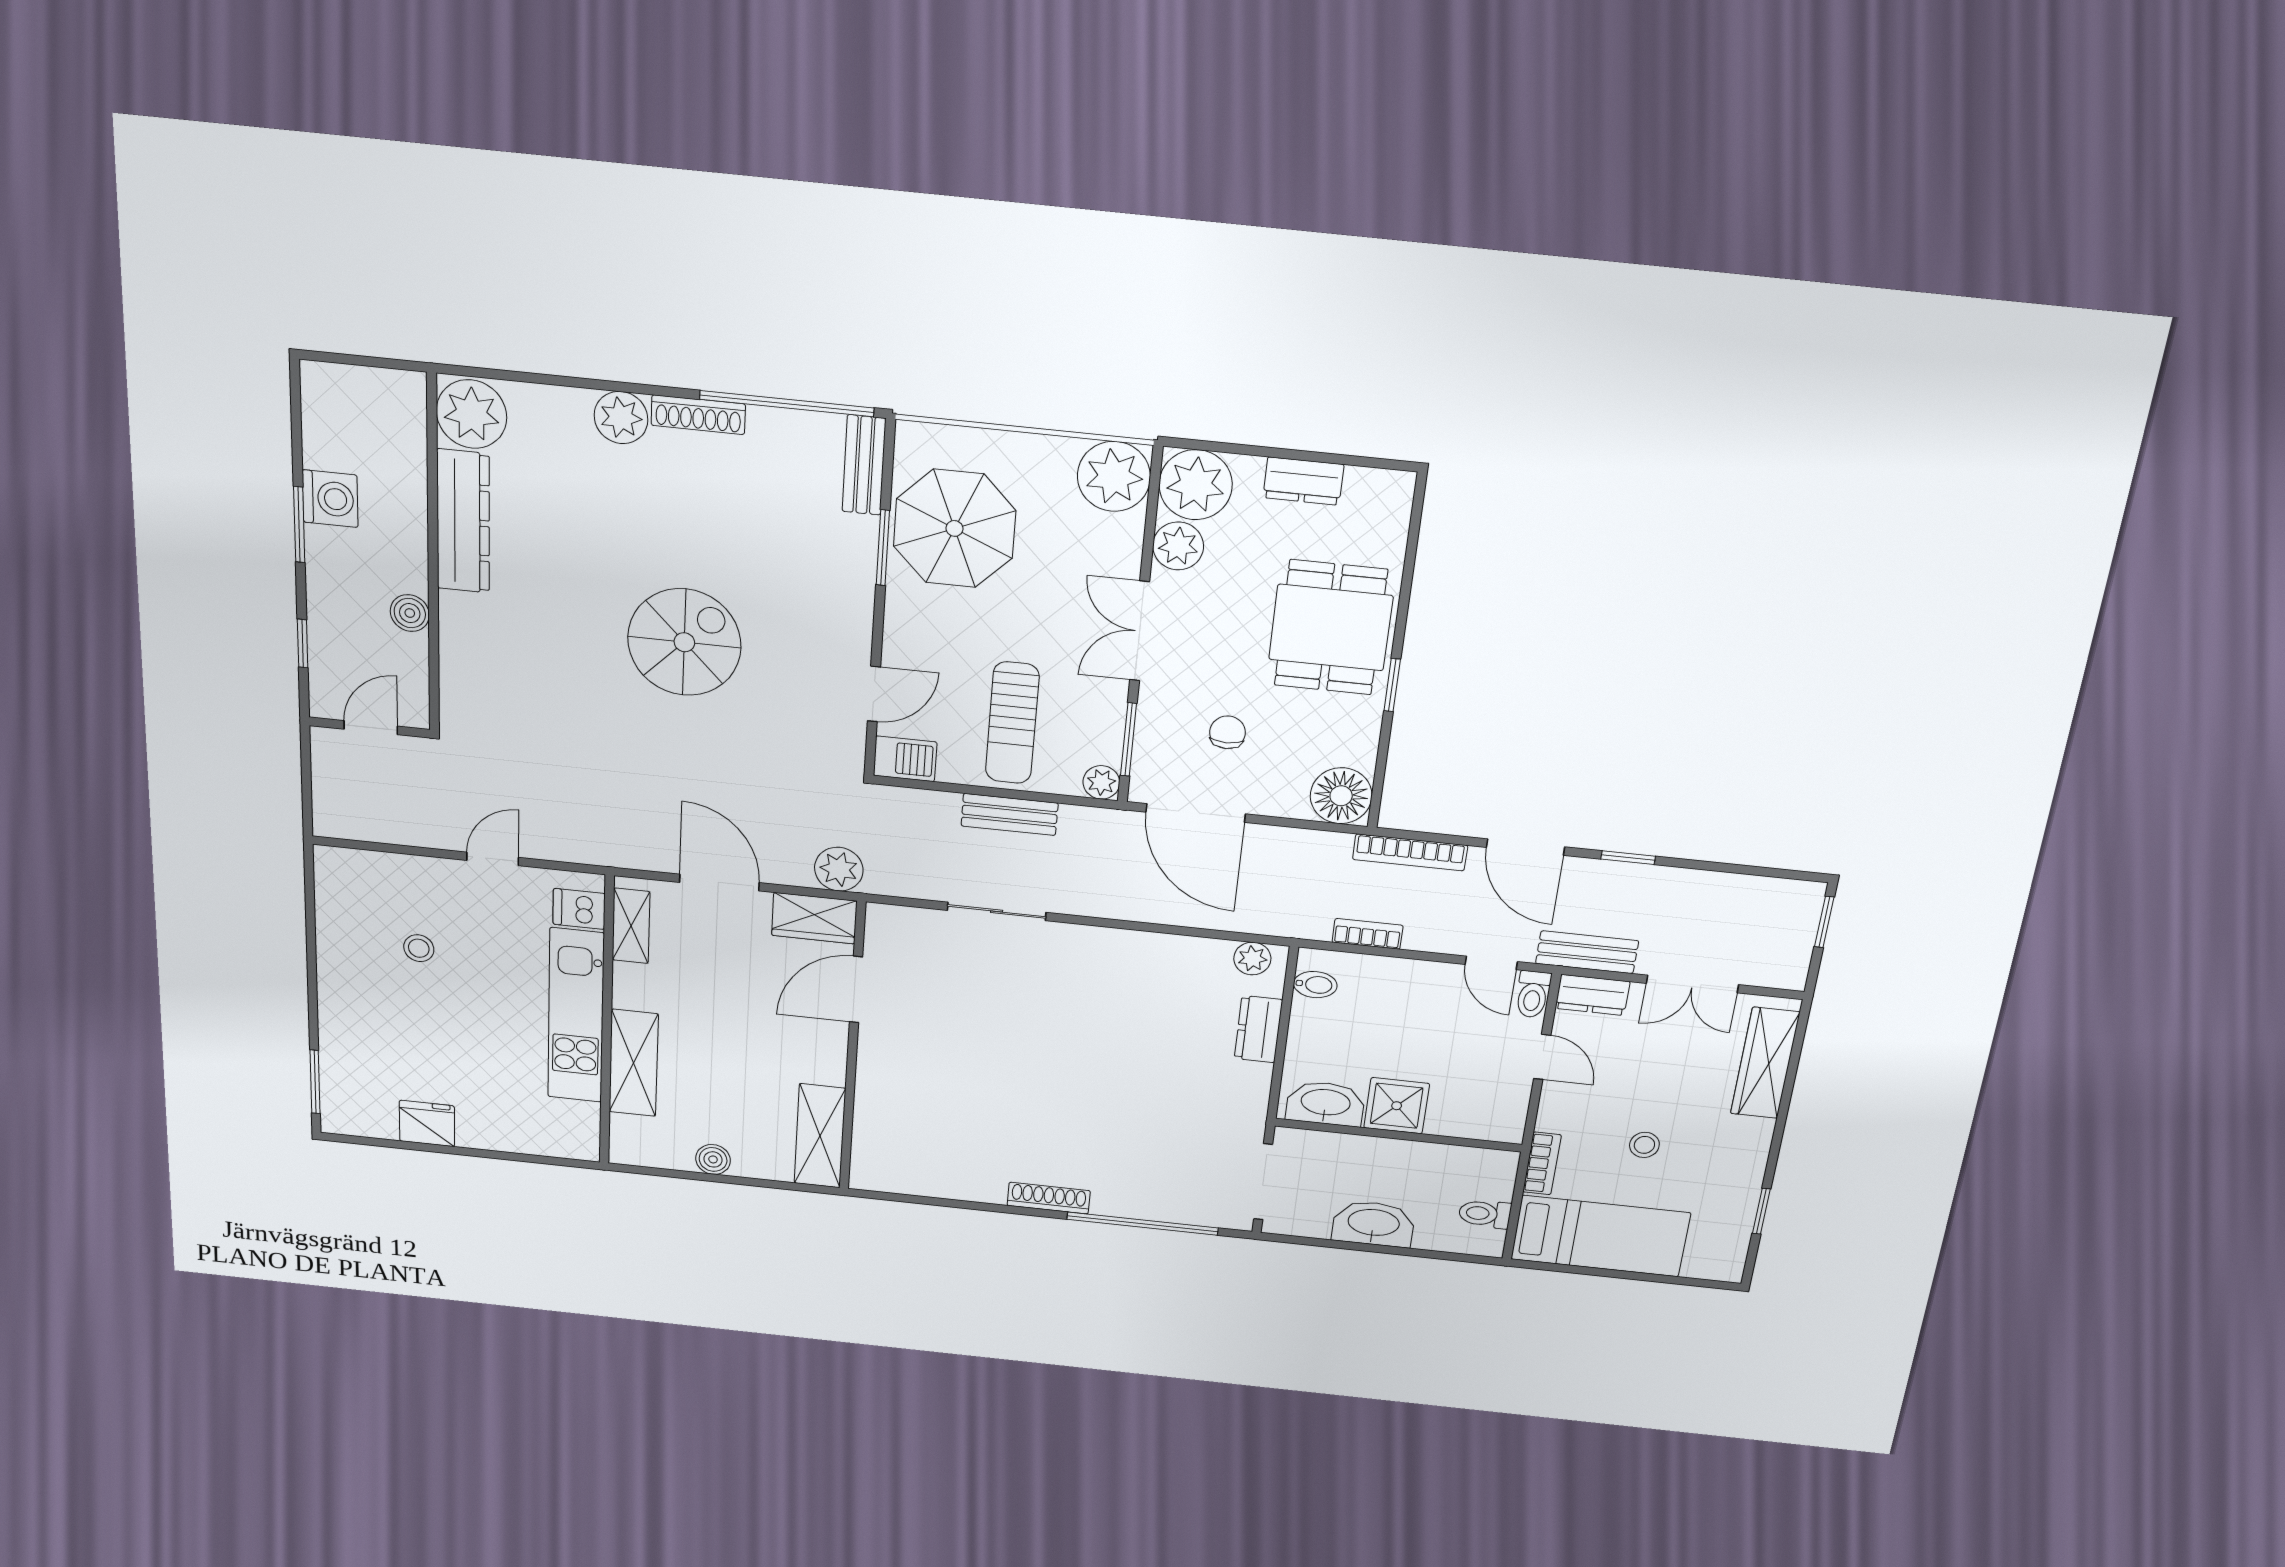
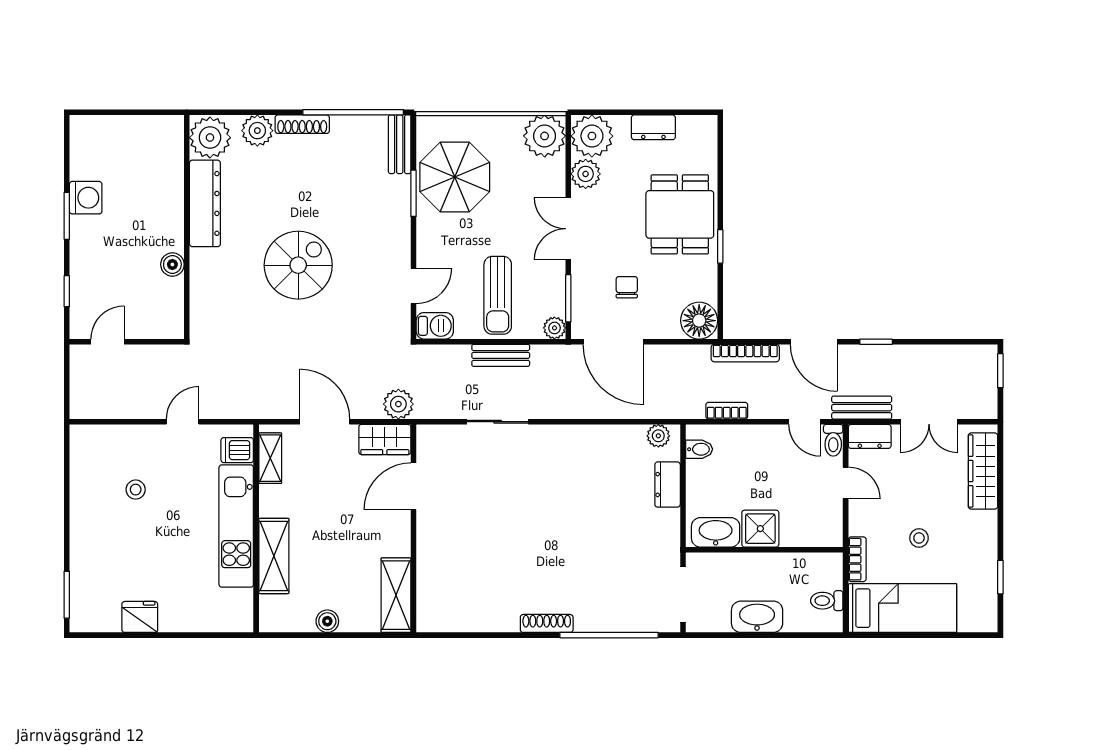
plant: (471, 414) -> (210, 138), moved
dresser: (463, 521) -> (205, 203), moved
wall: (433, 556) -> (187, 227), moved
boiler: (410, 613) -> (172, 264), moved

